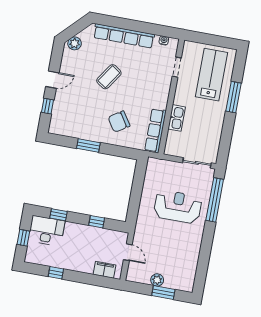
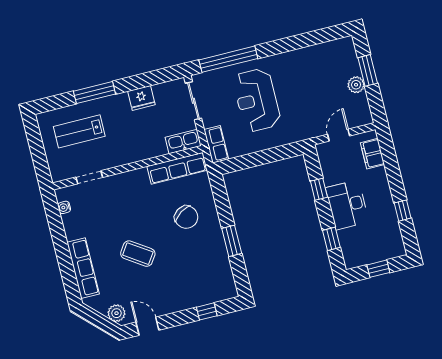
row of seats: (124, 36) -> (83, 268), width x0.73
lab bench: (212, 75) -> (79, 131), width x0.73, depth x0.72
door: (52, 80) -> (147, 326), moved
kitchen sink: (177, 118) -> (183, 142), moved
fridge: (215, 128) -> (141, 98), added
row of seats: (160, 165) -> (216, 144), added
desk: (47, 231) -> (347, 205), moved

